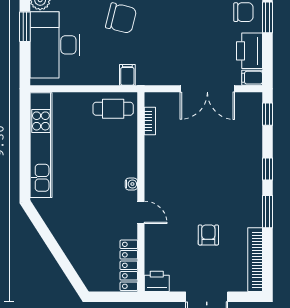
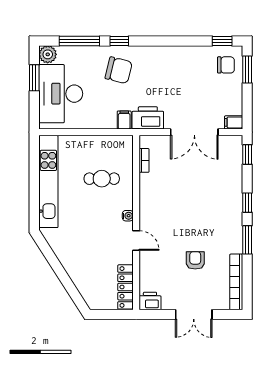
printer: (249, 51) -> (148, 118), moved, turned 90
cafe table: (113, 109) -> (102, 179), moved

